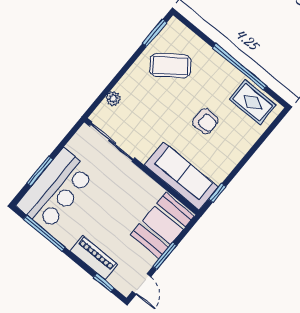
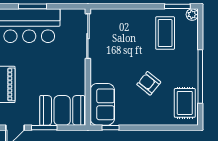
coffee table: (170, 66) -> (165, 33), turned 37
plant: (113, 99) -> (192, 15), moved
armchair: (205, 121) -> (149, 83), turned 129
sofa: (181, 176) -> (102, 104), width x0.73

